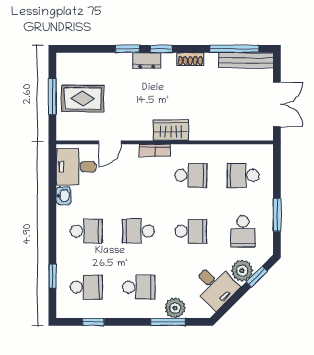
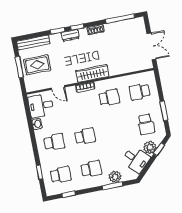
bench: (246, 60) -> (33, 42), moved
wardrobe: (171, 130) -> (92, 73), width x1.50
door: (110, 142) -> (58, 87), hinge flipped
school desk: (139, 231) -> (85, 136), turned 180
school desk: (191, 231) -> (115, 130), removed

